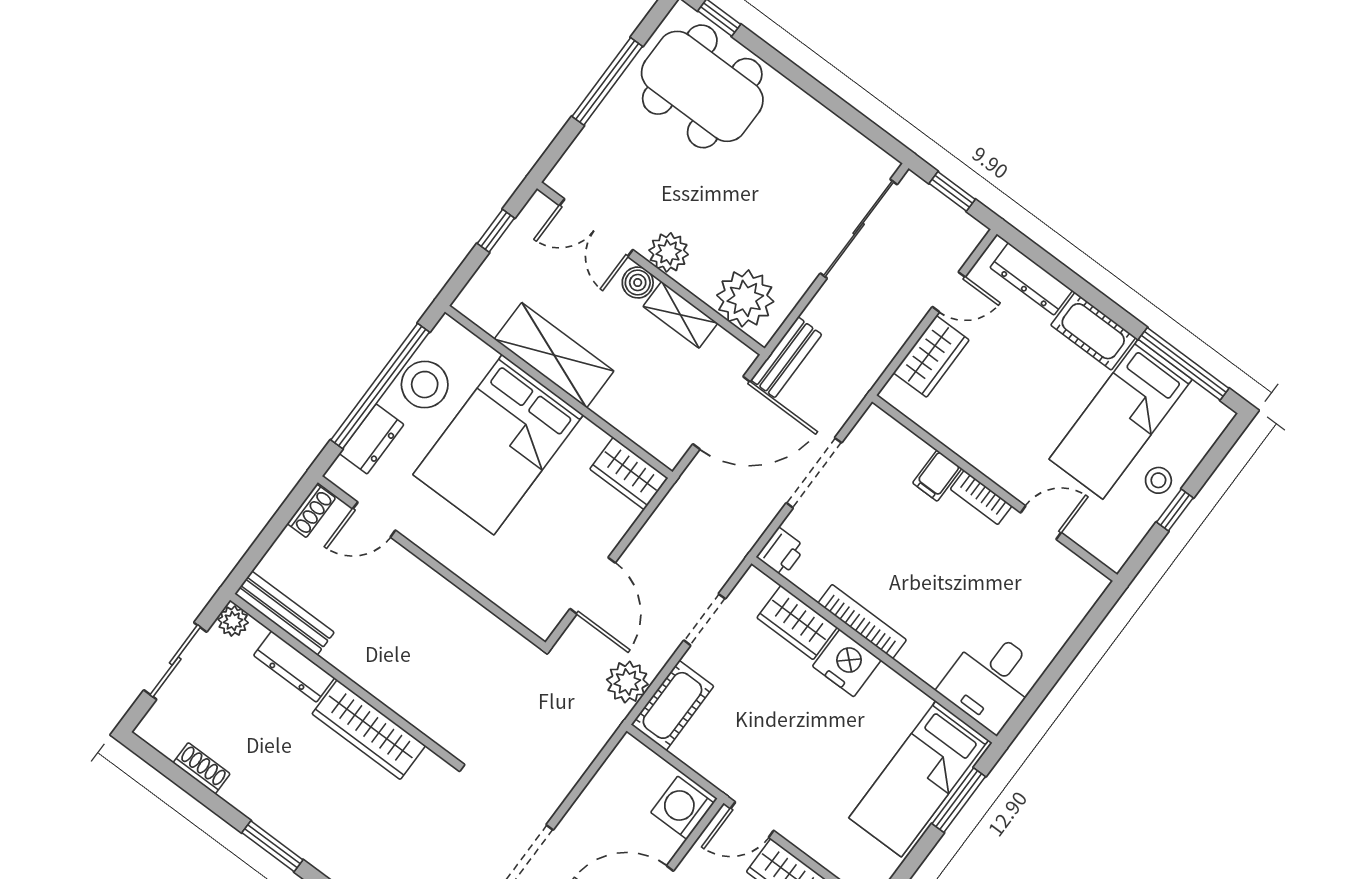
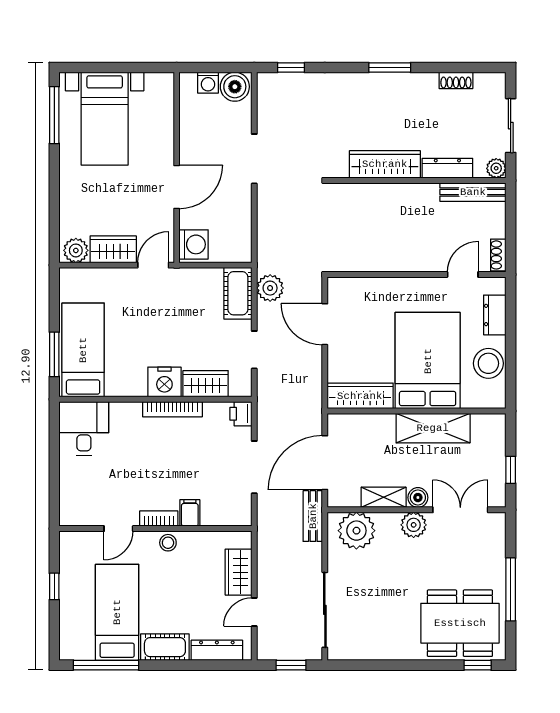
window: (380, 386) -> (511, 345), removed
wardrobe: (629, 474) -> (360, 396), width x1.50
stool: (1158, 480) -> (168, 543), moved

